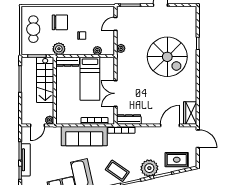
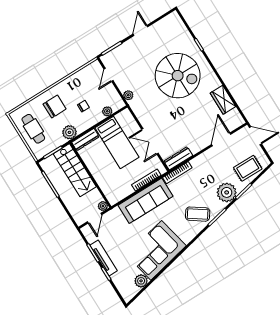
wardrobe: (190, 113) -> (223, 100), moved

